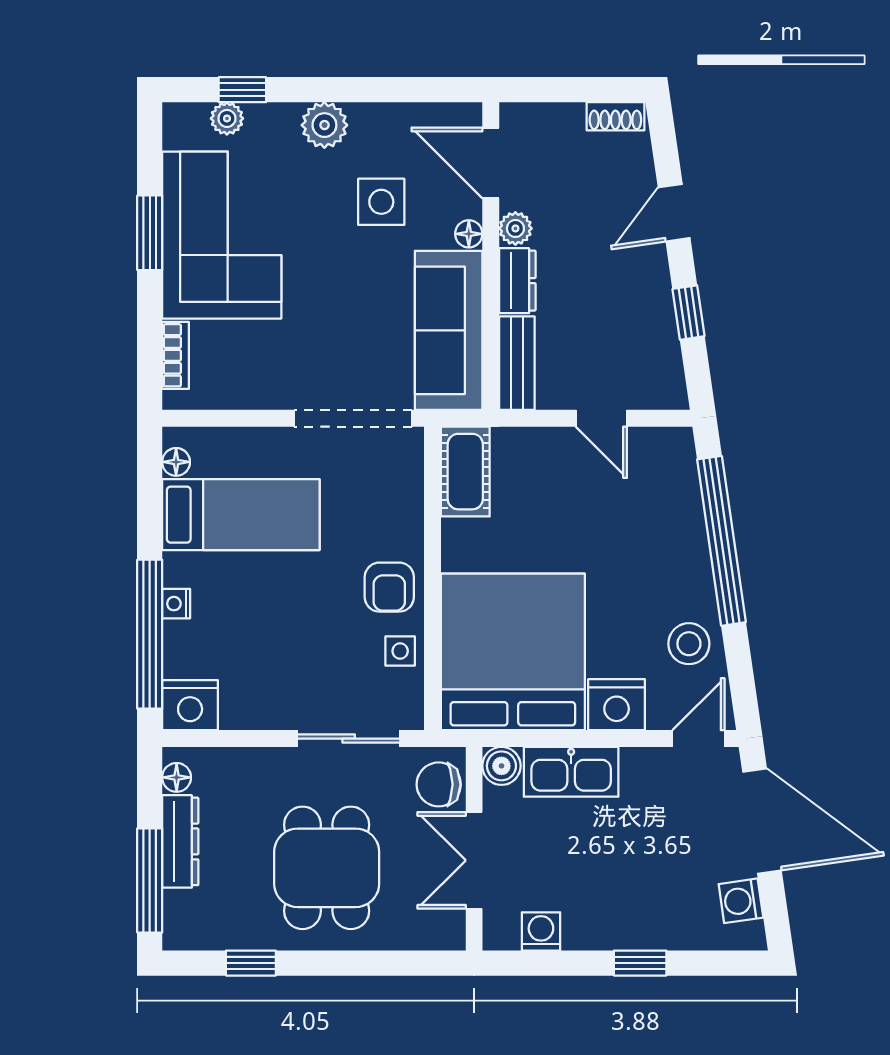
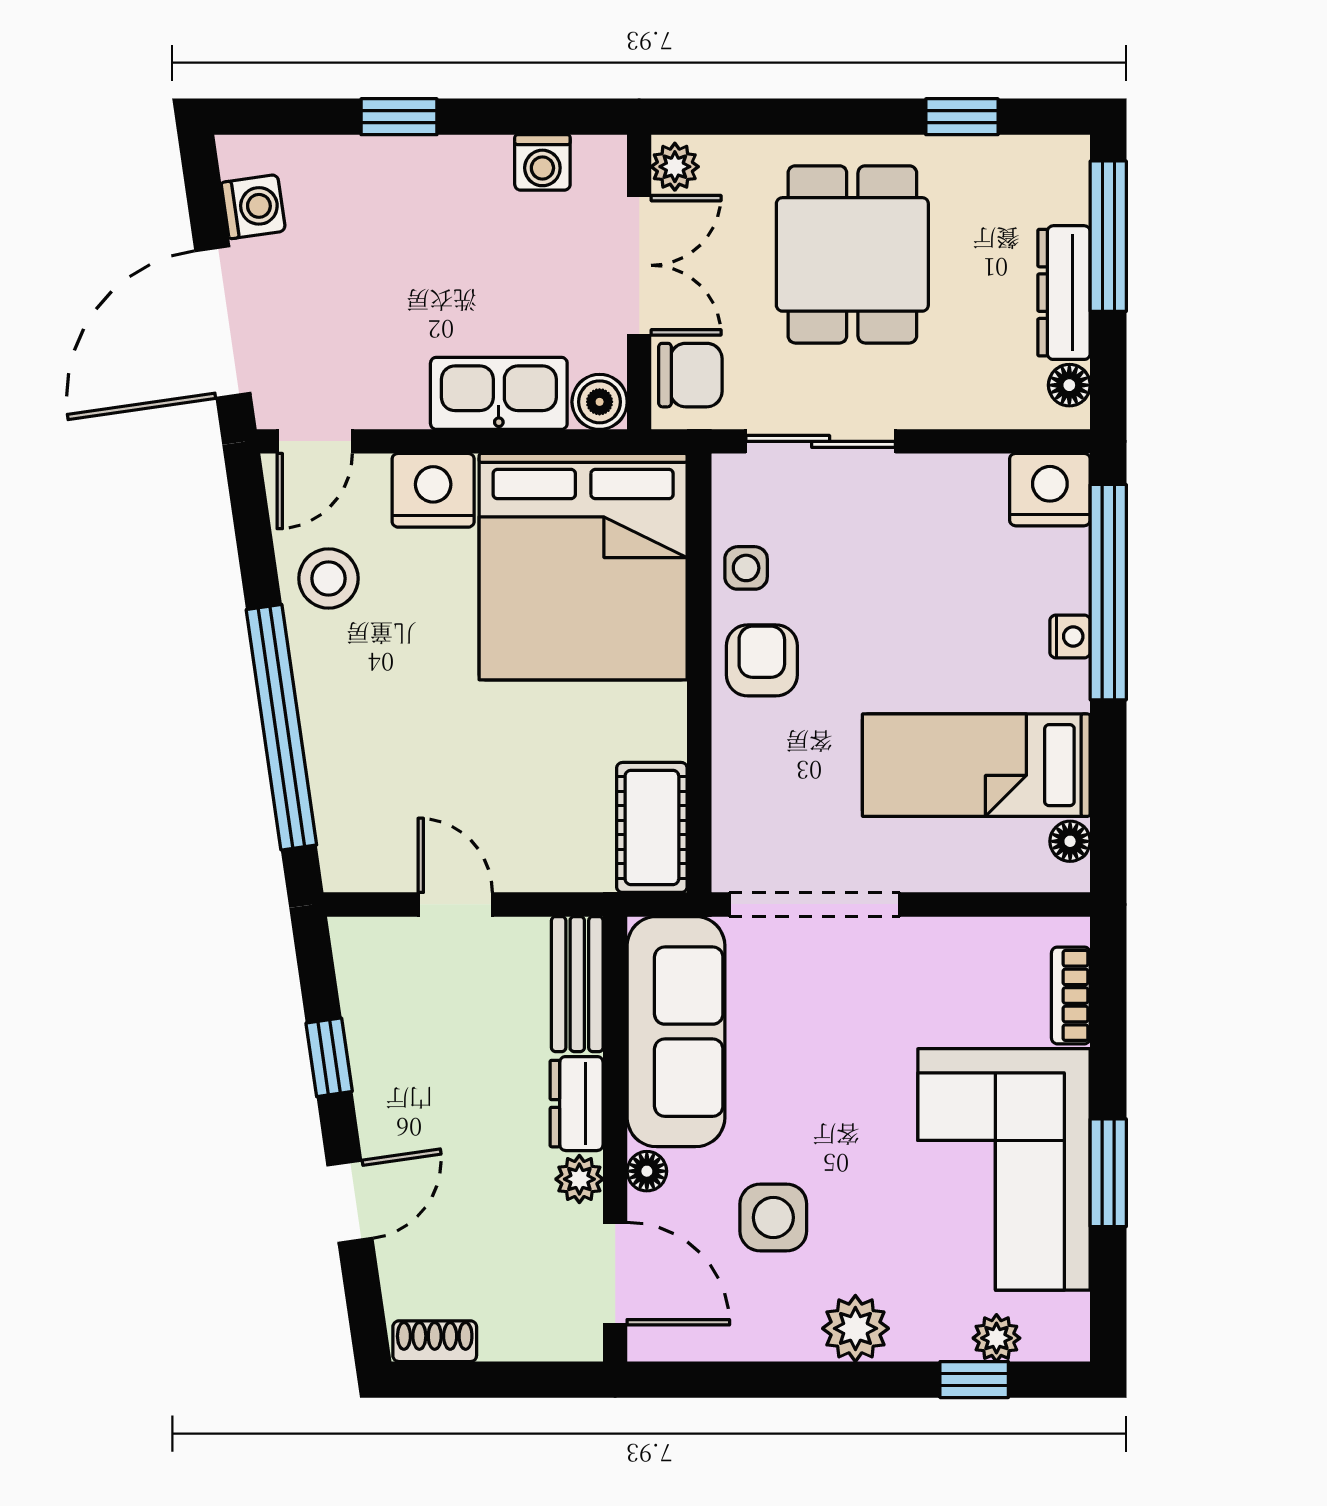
door: (762, 821) -> (223, 322), hinge flipped
plant: (449, 928) -> (675, 167), added

